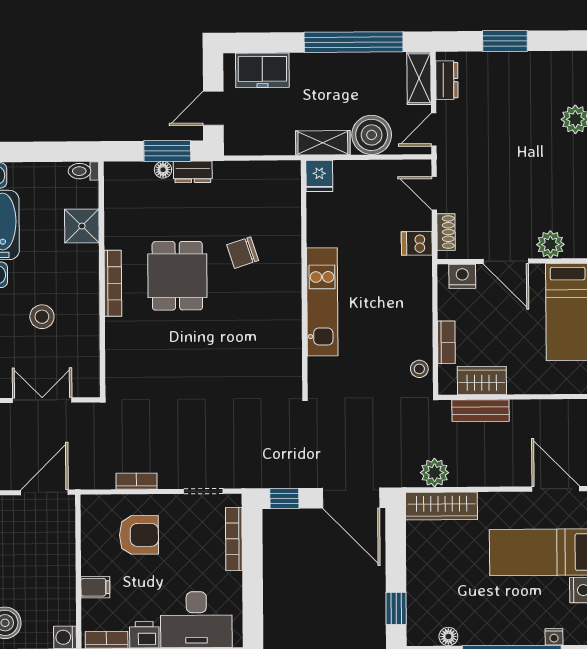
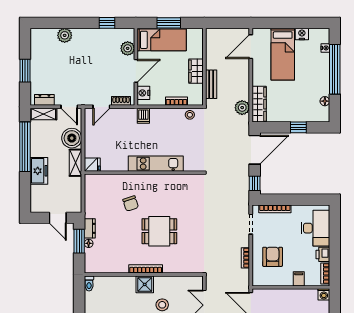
freezer: (262, 70) -> (39, 171), moved
shower: (82, 226) -> (145, 284), moved
dishwasher: (417, 243) -> (143, 116), moved
dining table: (177, 276) -> (159, 231), moved
wardrobe: (482, 380) -> (196, 71), moved
window: (396, 608) -> (298, 127), moved

